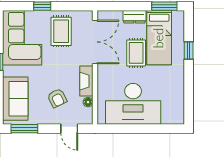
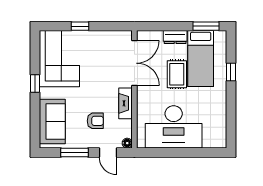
rug: (61, 31) -> (99, 52), removed
armchair: (57, 98) -> (95, 121), turned -64
floor lamp: (88, 102) -> (127, 143), moved
window: (24, 129) -> (75, 152), moved

